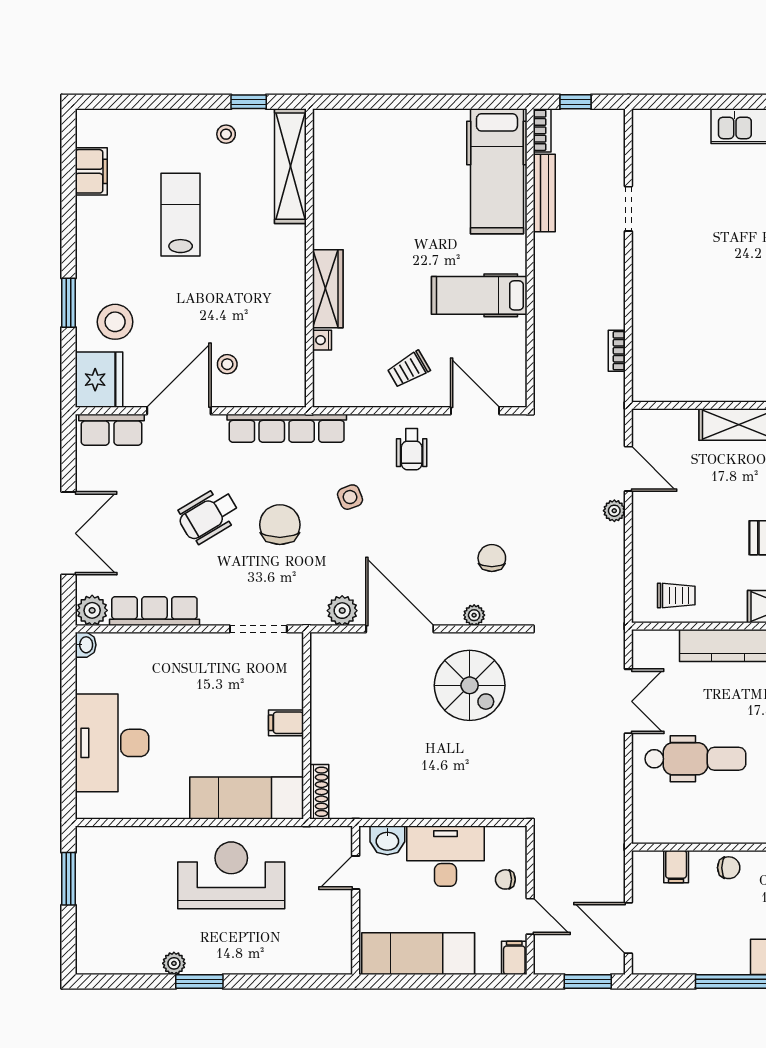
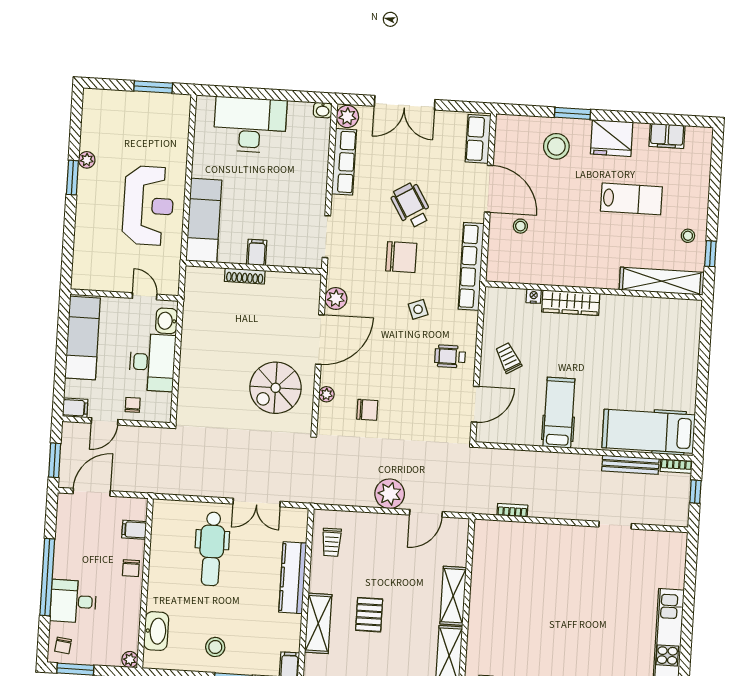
fridge: (99, 380) -> (612, 138), moved
plant: (614, 511) -> (390, 494), width x1.88, depth x1.88
shoe rack: (319, 792) -> (245, 276), moved

